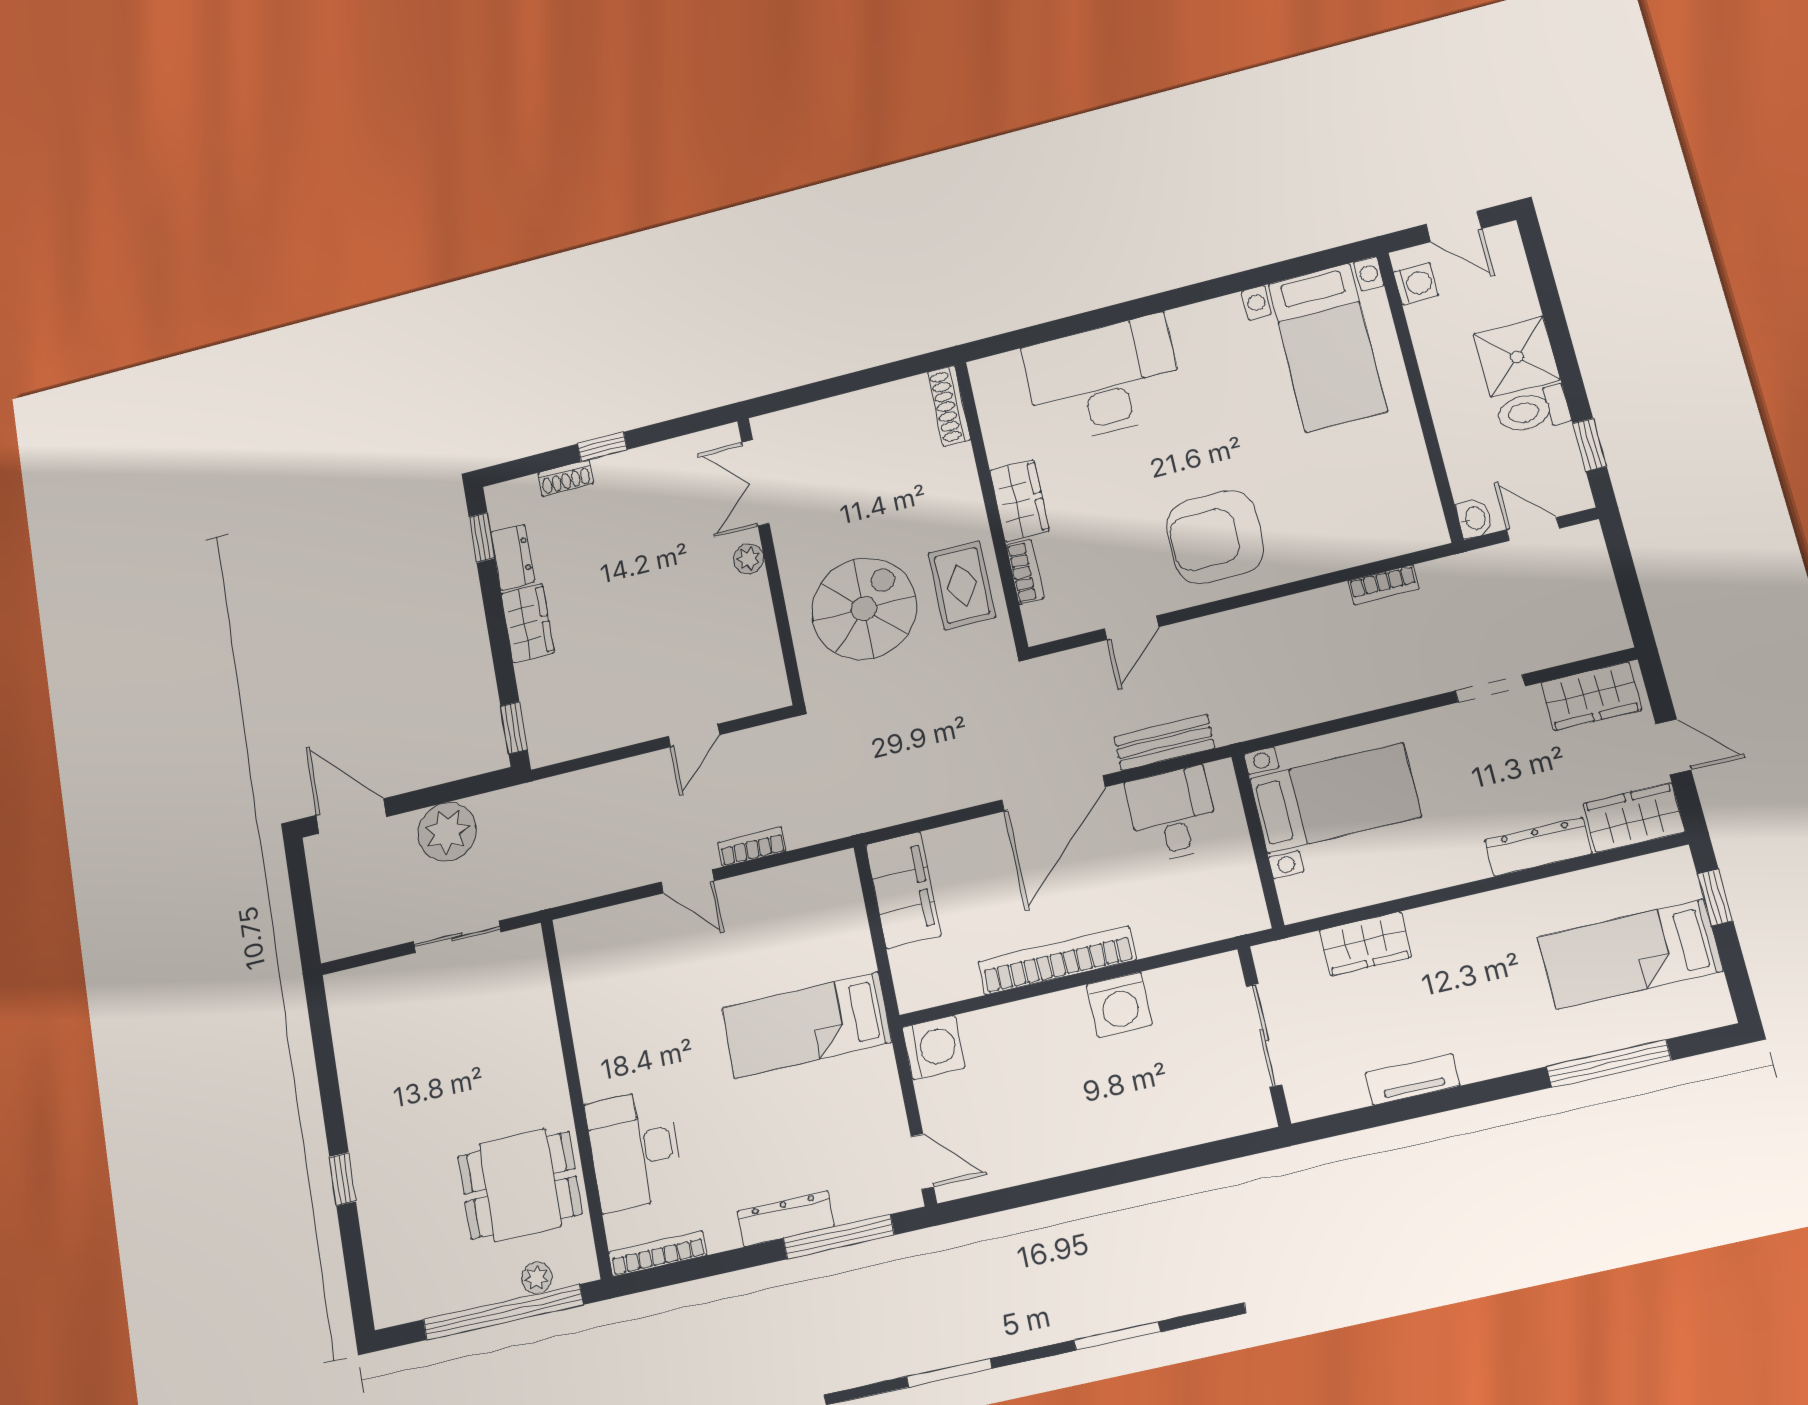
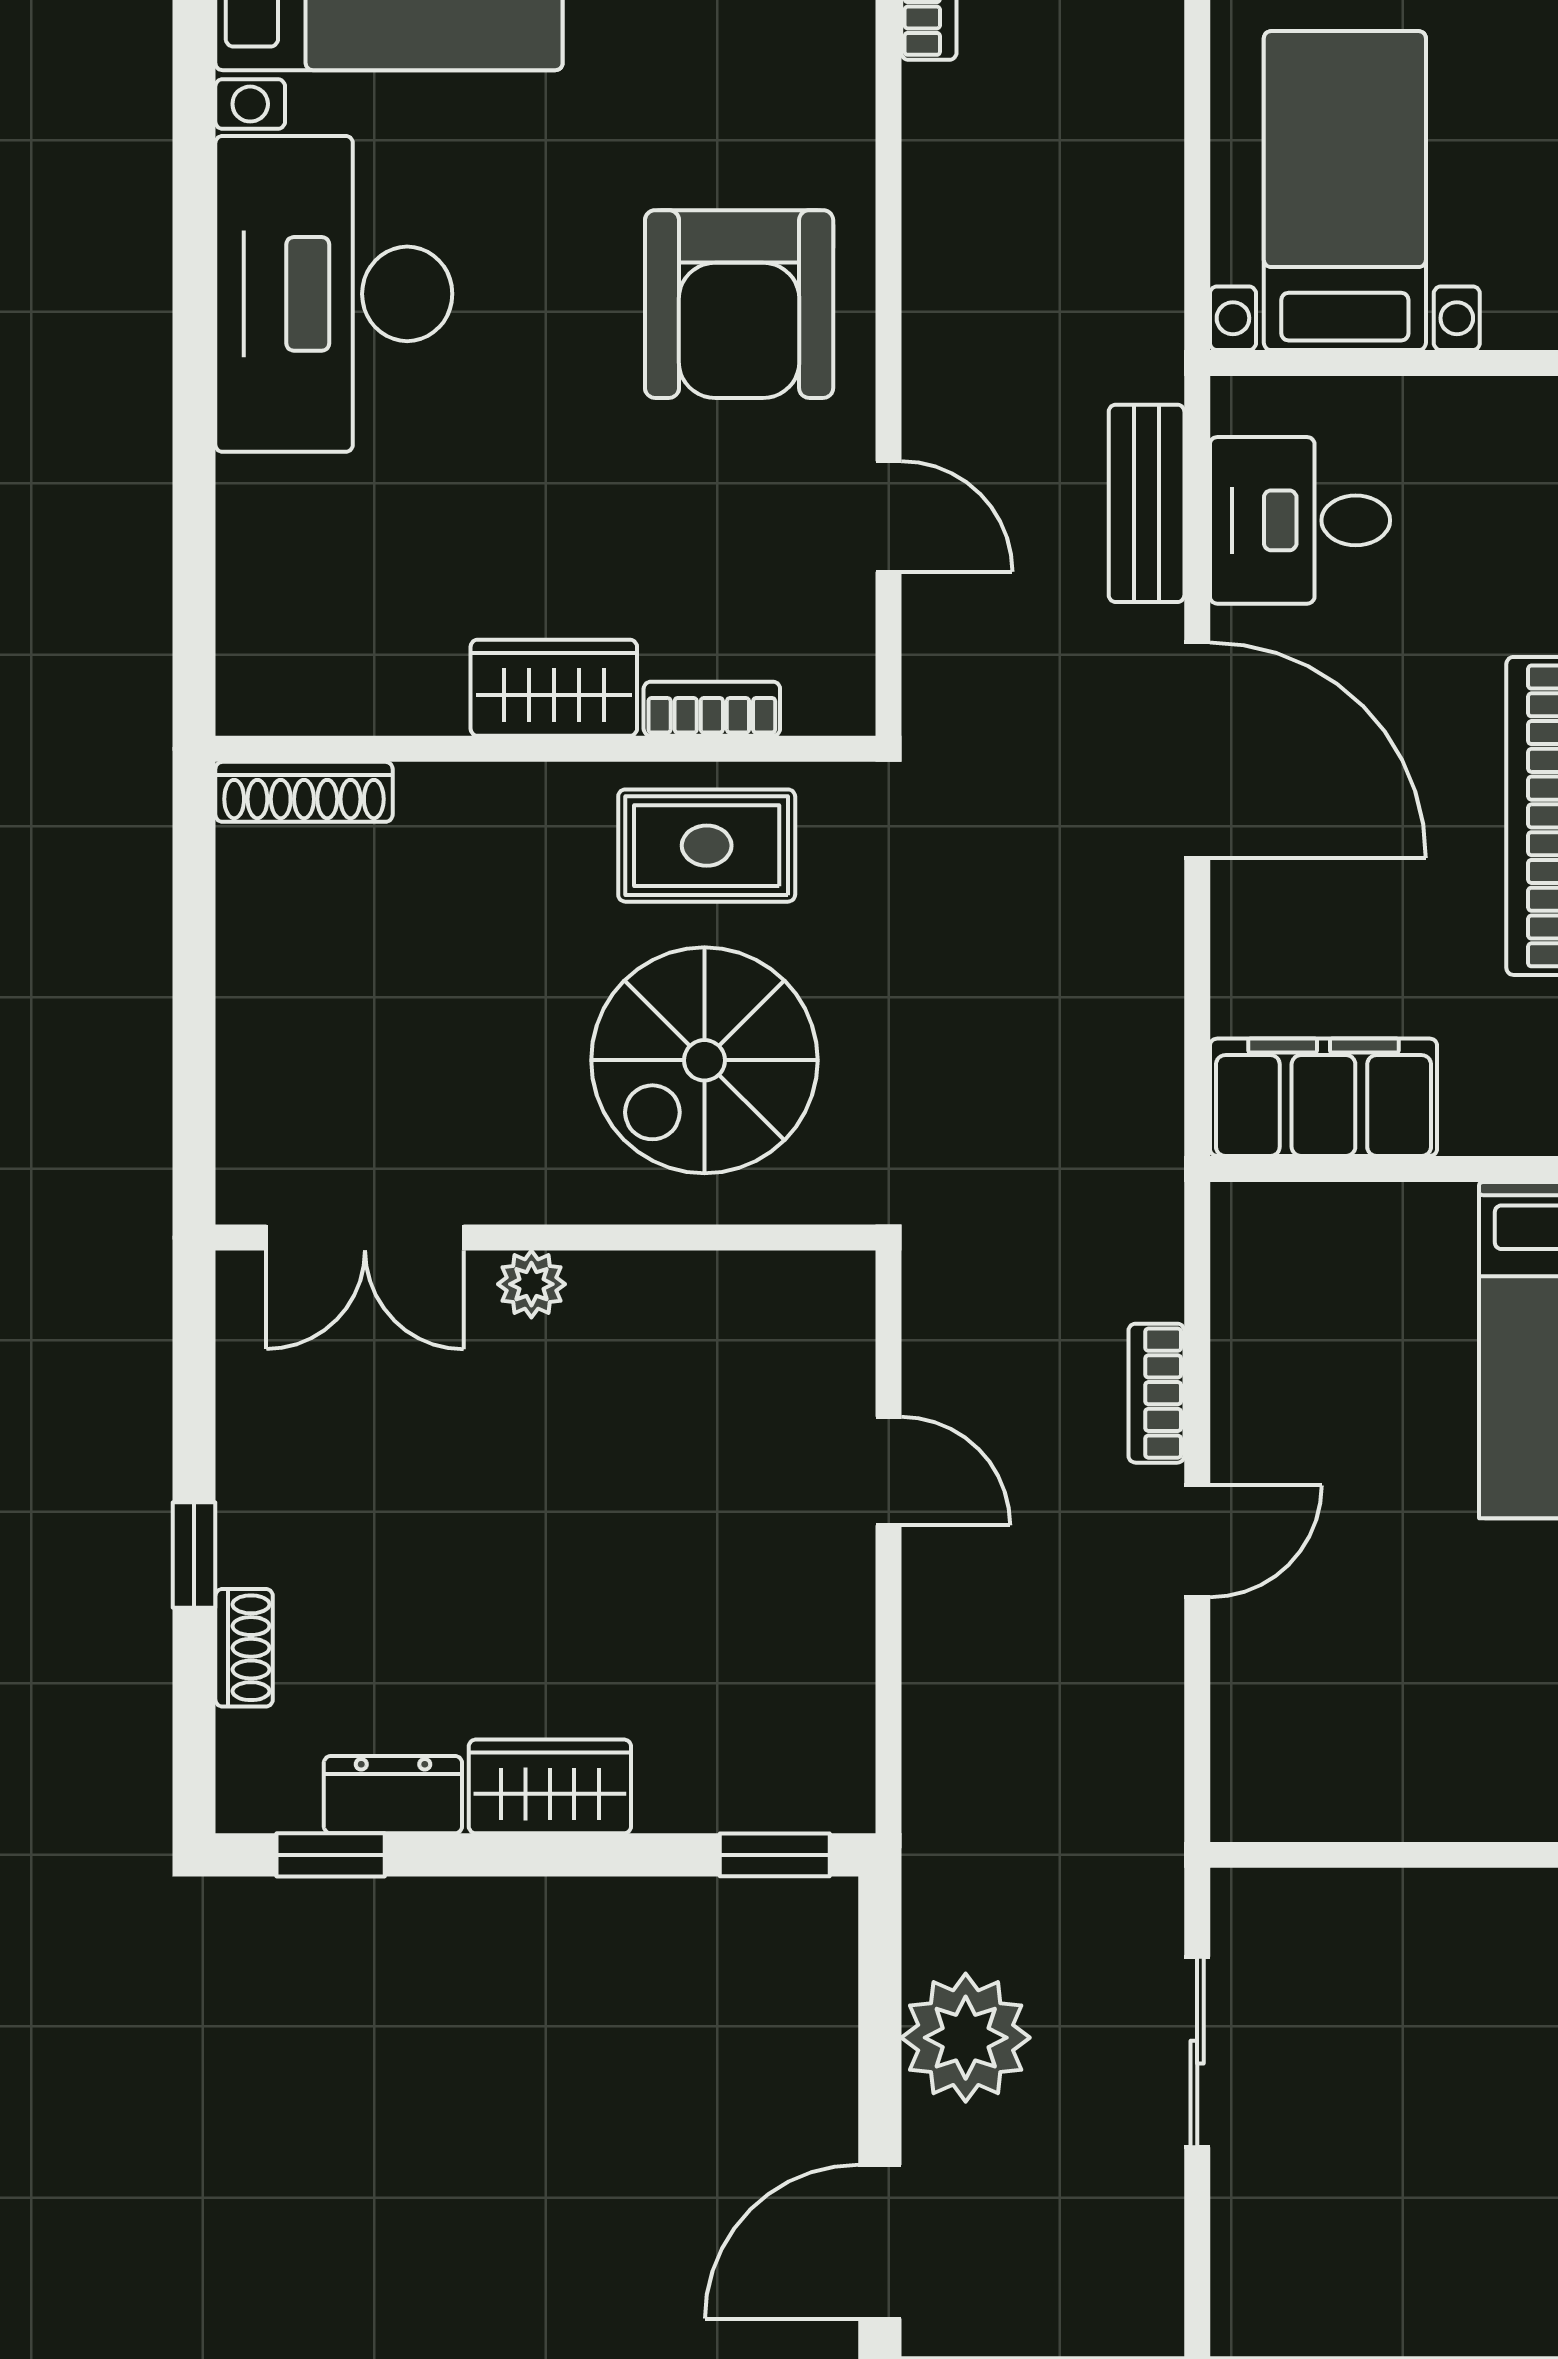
desk: (1103, 380) -> (334, 294), moved
spiral stairs: (864, 609) -> (704, 1060), turned -90

